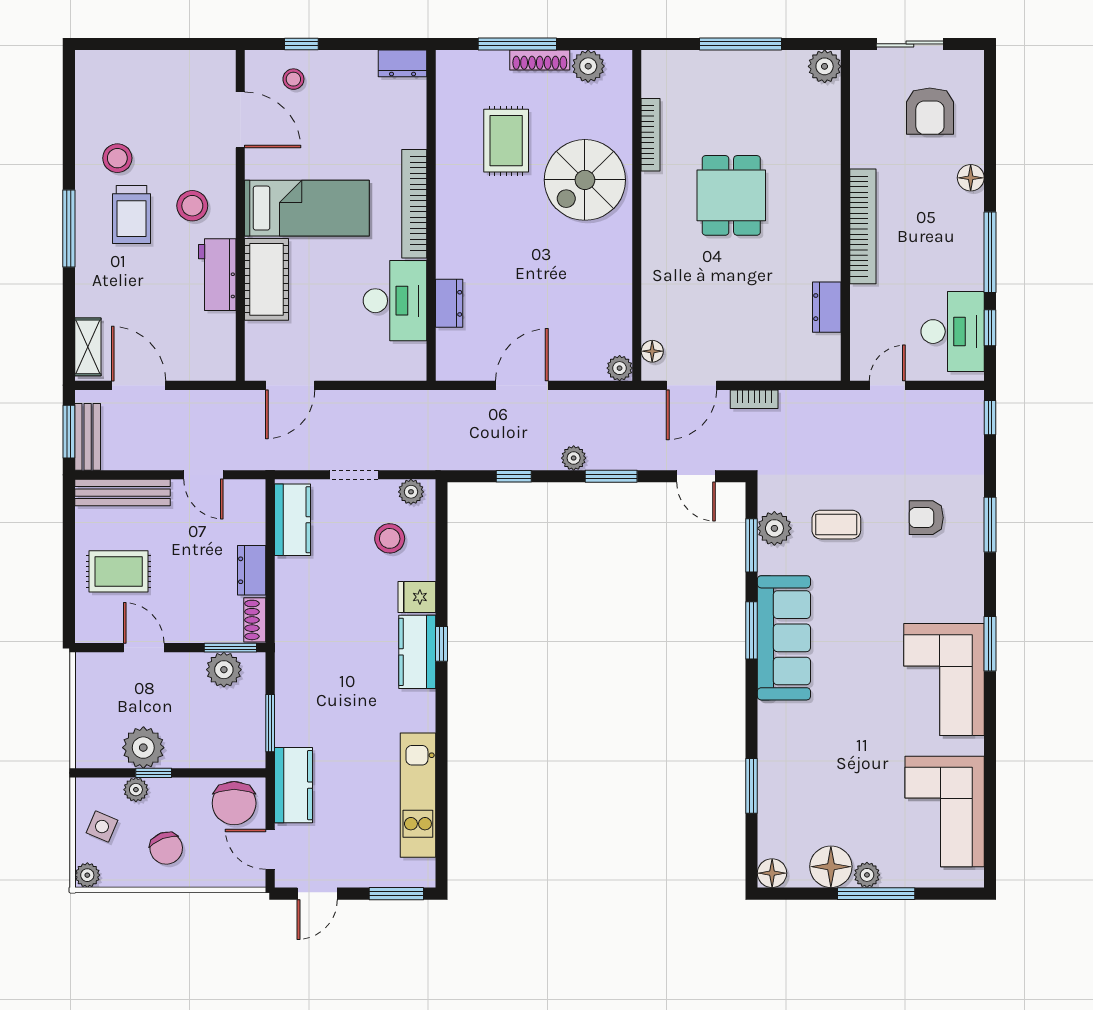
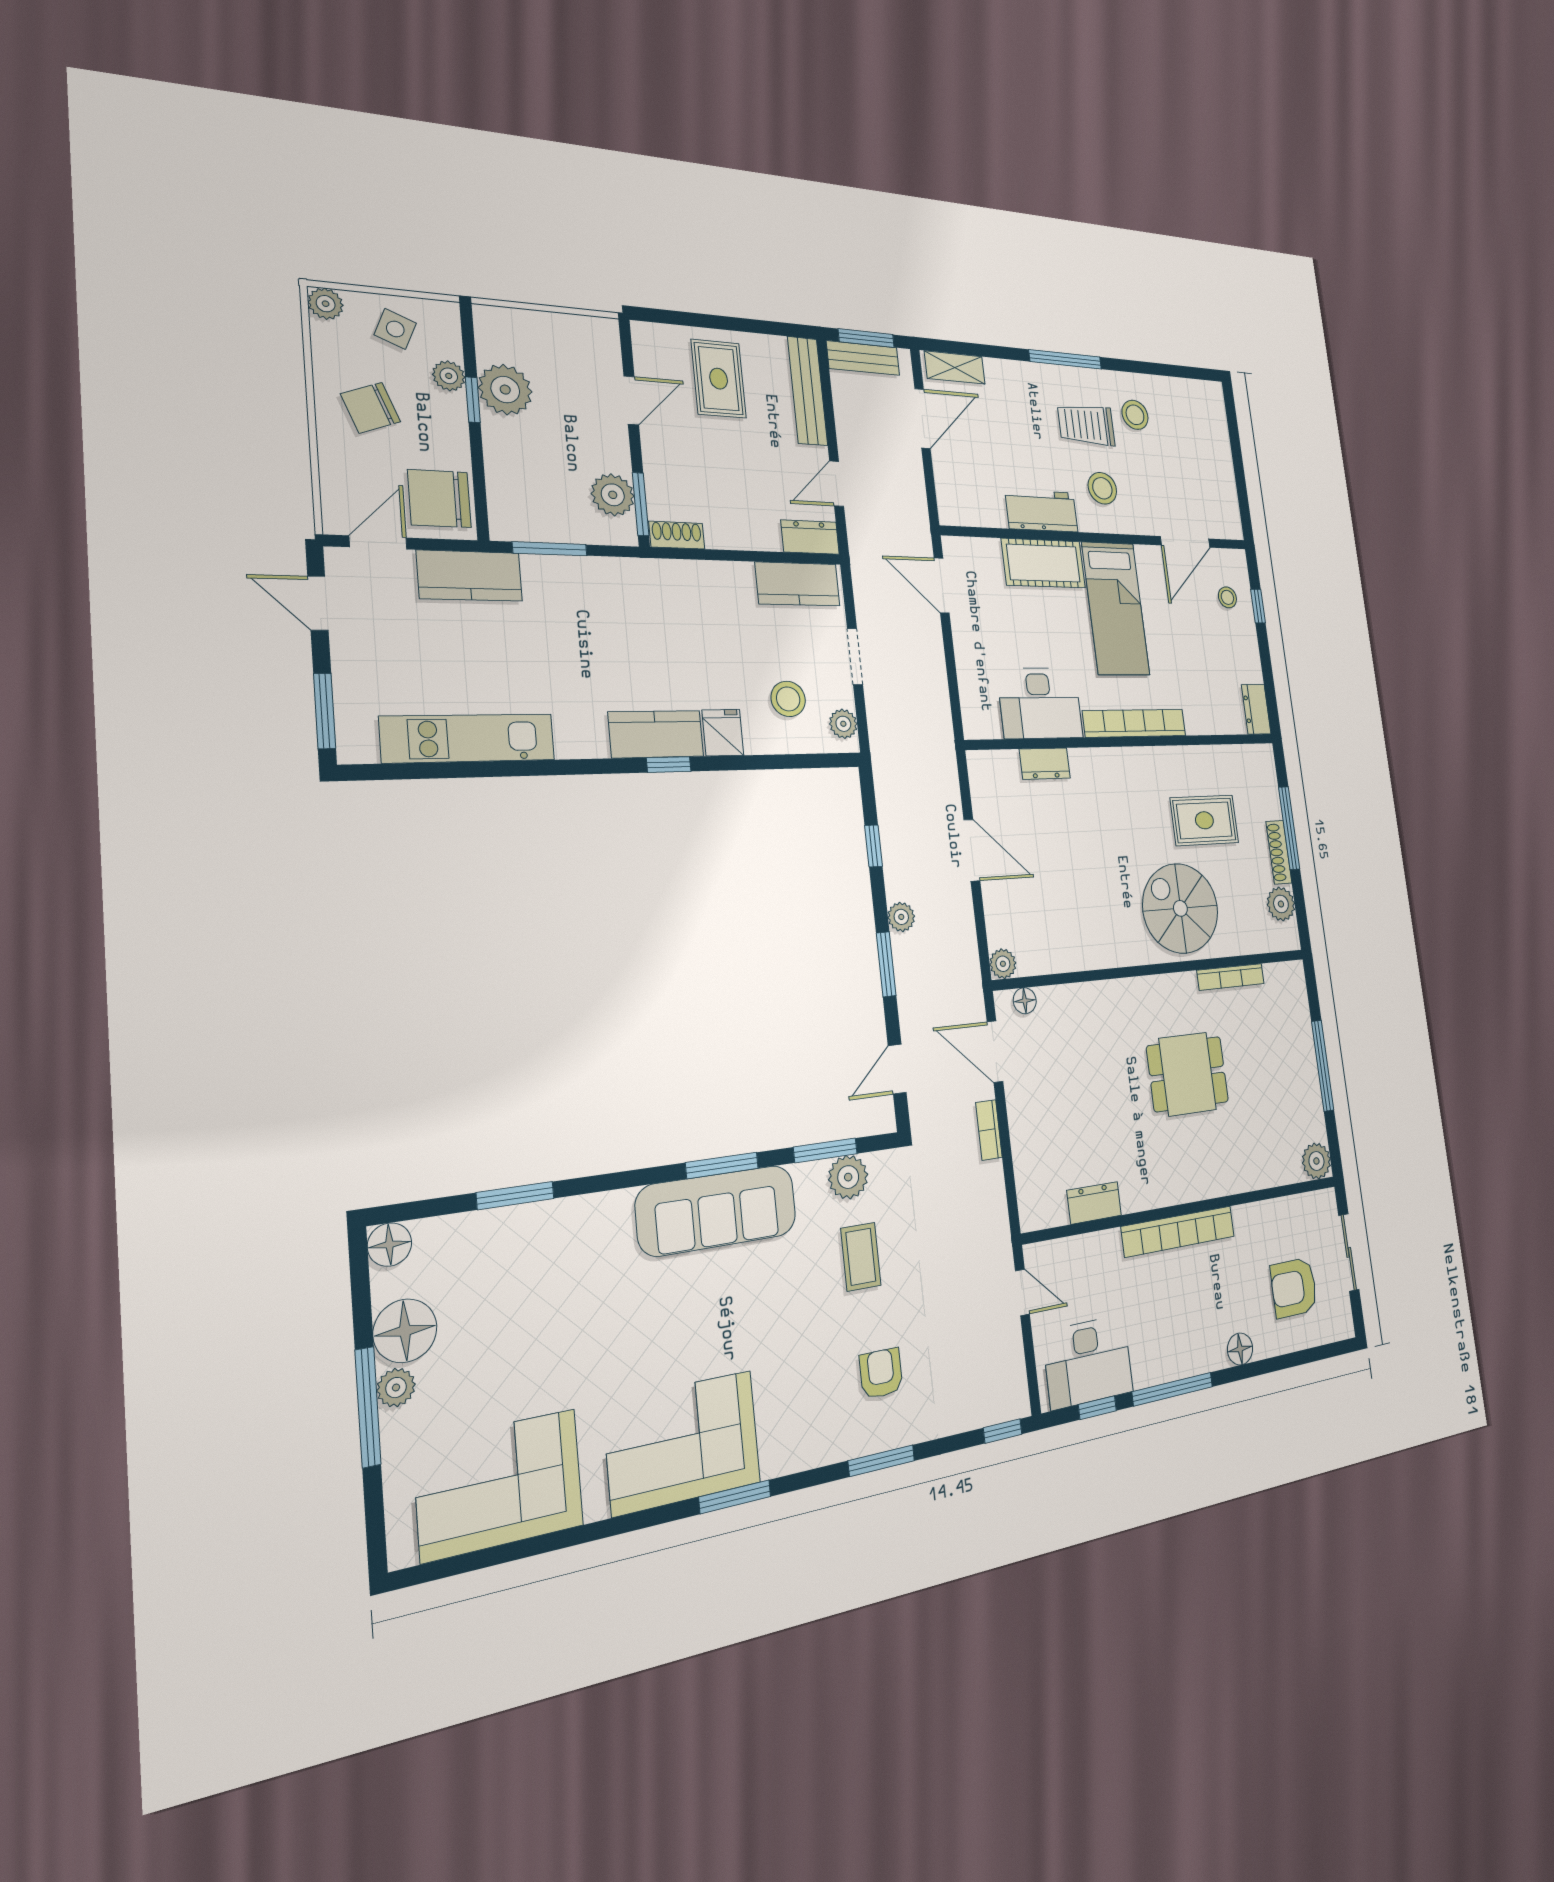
dresser: (252, 570) -> (810, 537), moved

